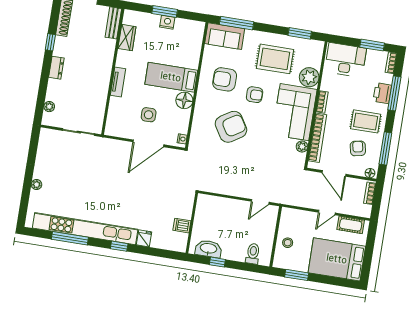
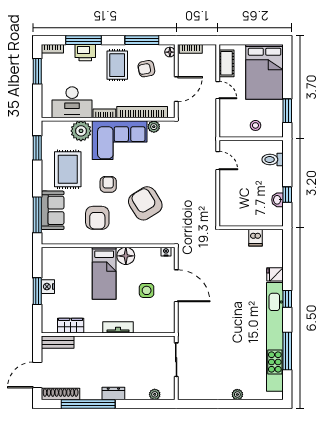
sofa: (225, 36) -> (53, 210), moved
window: (50, 42) -> (88, 404), width x3.17
desk: (345, 60) -> (72, 102), moved, turned -90
washbasin: (208, 249) -> (277, 200), width x0.52, depth x0.69

